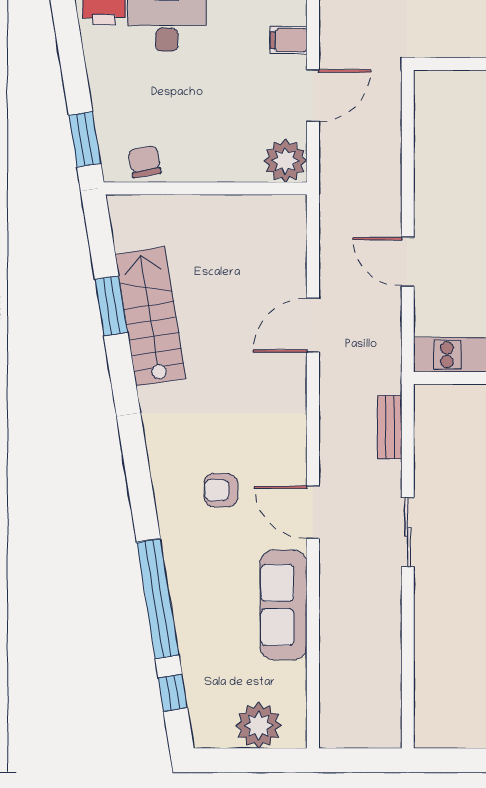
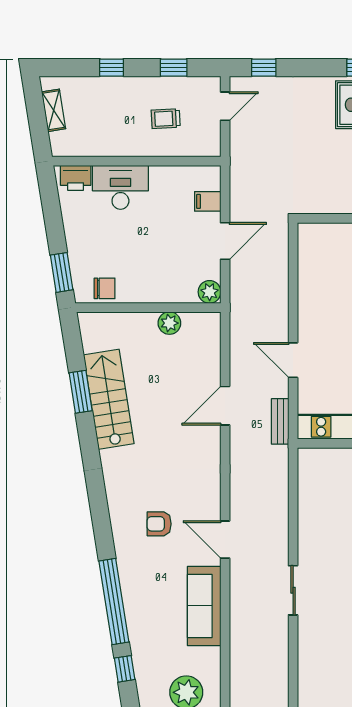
plant: (285, 161) -> (210, 292), width x0.73, depth x0.73
chair: (145, 162) -> (105, 288), turned 100
plant: (235, 210) -> (169, 323), added
bench: (390, 427) -> (280, 421), moved
sliding door: (408, 532) -> (293, 590), moved

